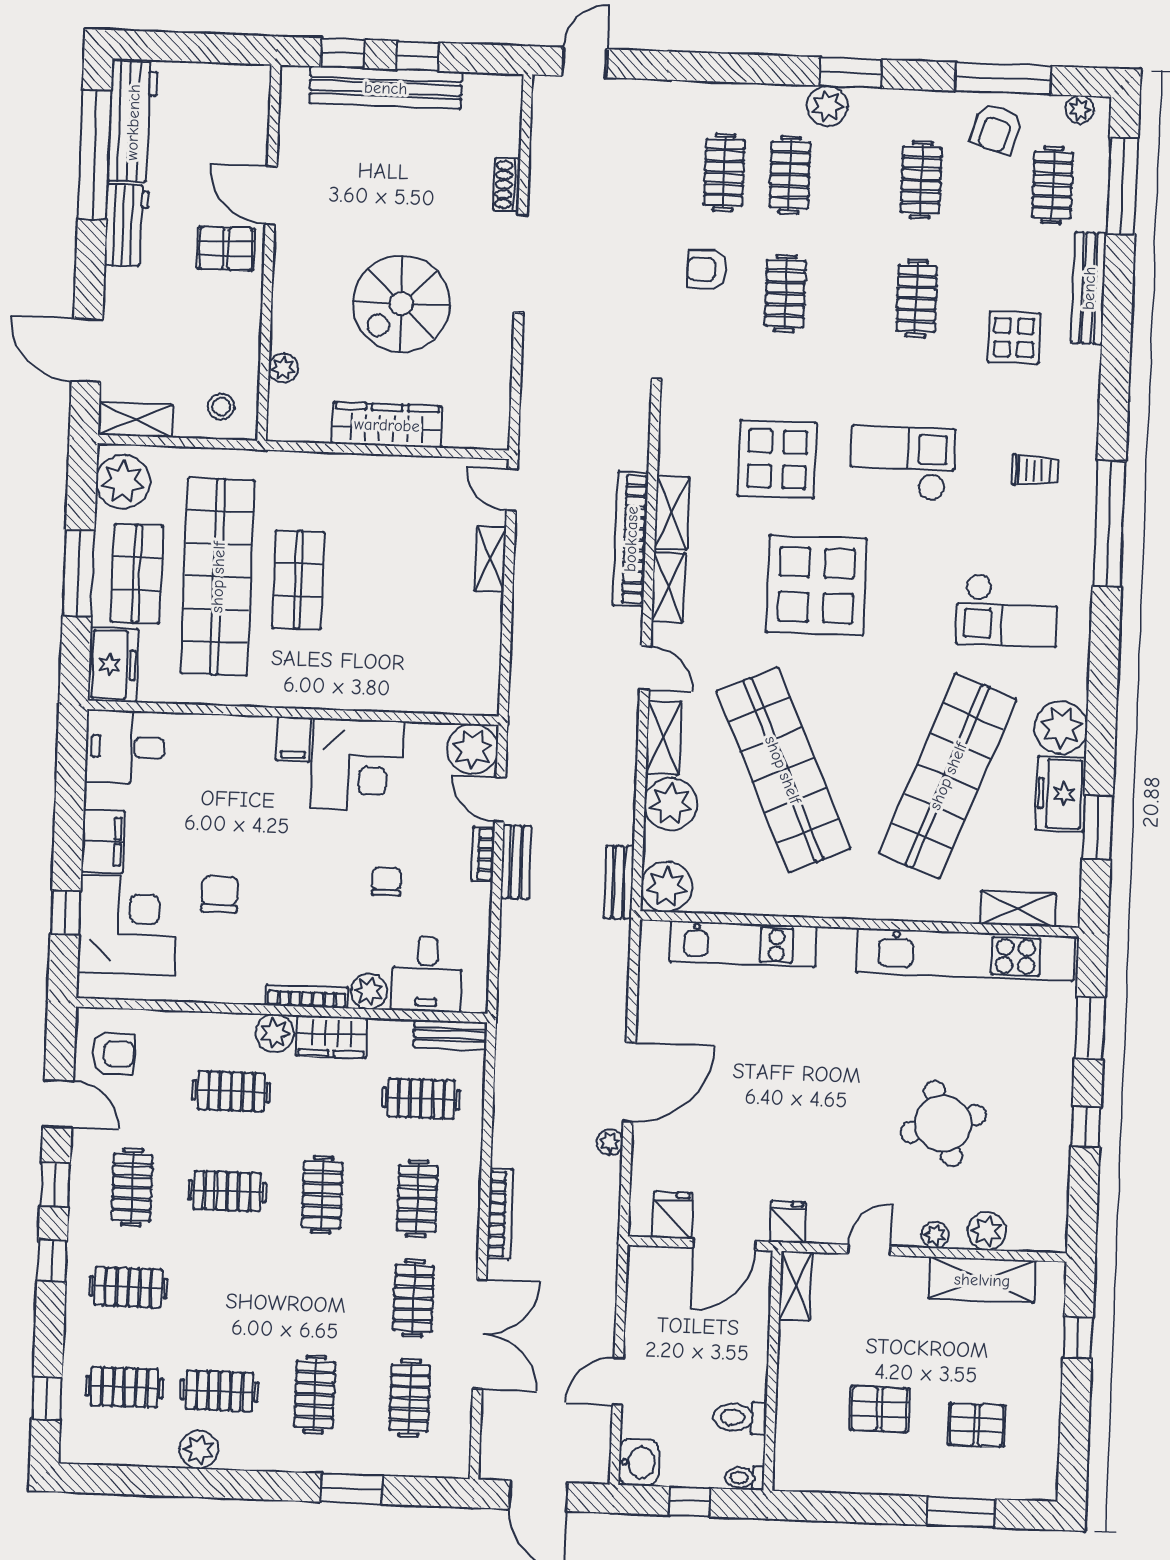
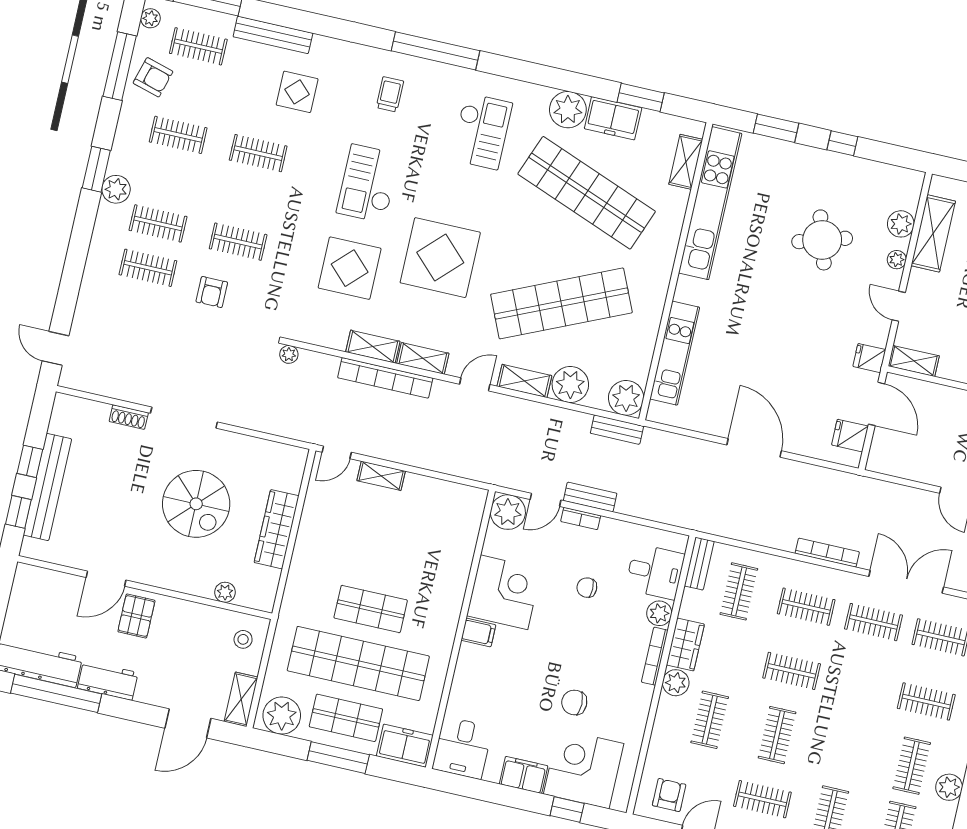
plant: (610, 1142) -> (289, 354), moved

